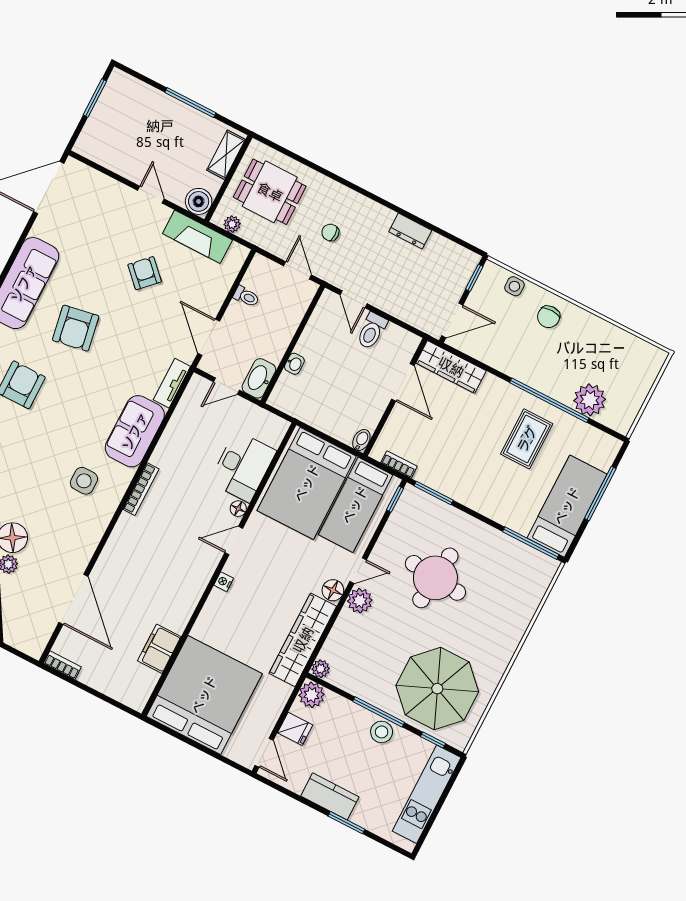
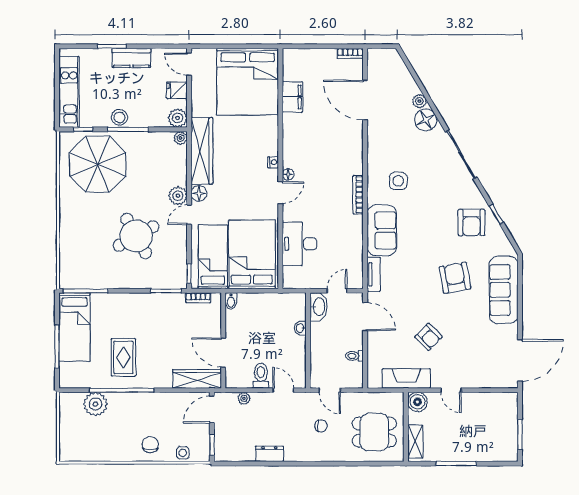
plant: (232, 224) -> (244, 398), moved
floor lamp: (238, 509) -> (288, 174), moved
round table: (435, 578) -> (136, 236), turned -35

